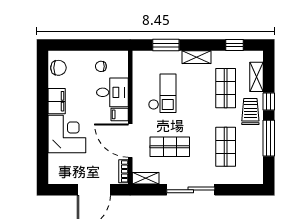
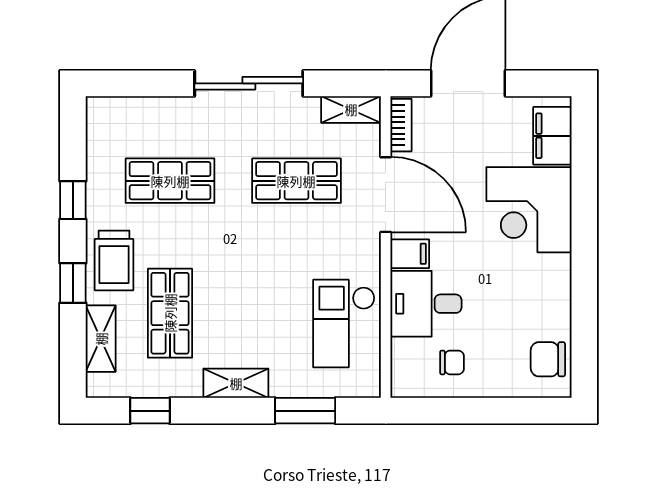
checkout: (162, 93) -> (344, 324), moved
filing cabinet: (57, 101) -> (552, 136), moved
window: (269, 138) -> (73, 200), width x0.46
shop shelf: (226, 147) -> (170, 181), turned 90

